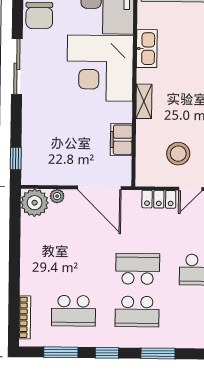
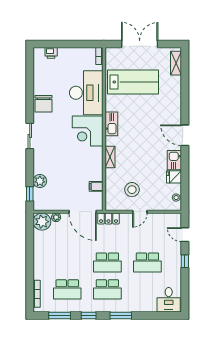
sliding door: (17, 66) -> (30, 136), width x0.73
corner desk: (100, 68) -> (88, 131), width x0.74, depth x0.74
plant: (32, 138) -> (40, 181), added
filing cabinet: (121, 140) -> (96, 186), width x0.50
locker: (159, 199) -> (109, 218), moved
school desk: (138, 269) -> (107, 262), turned 180

